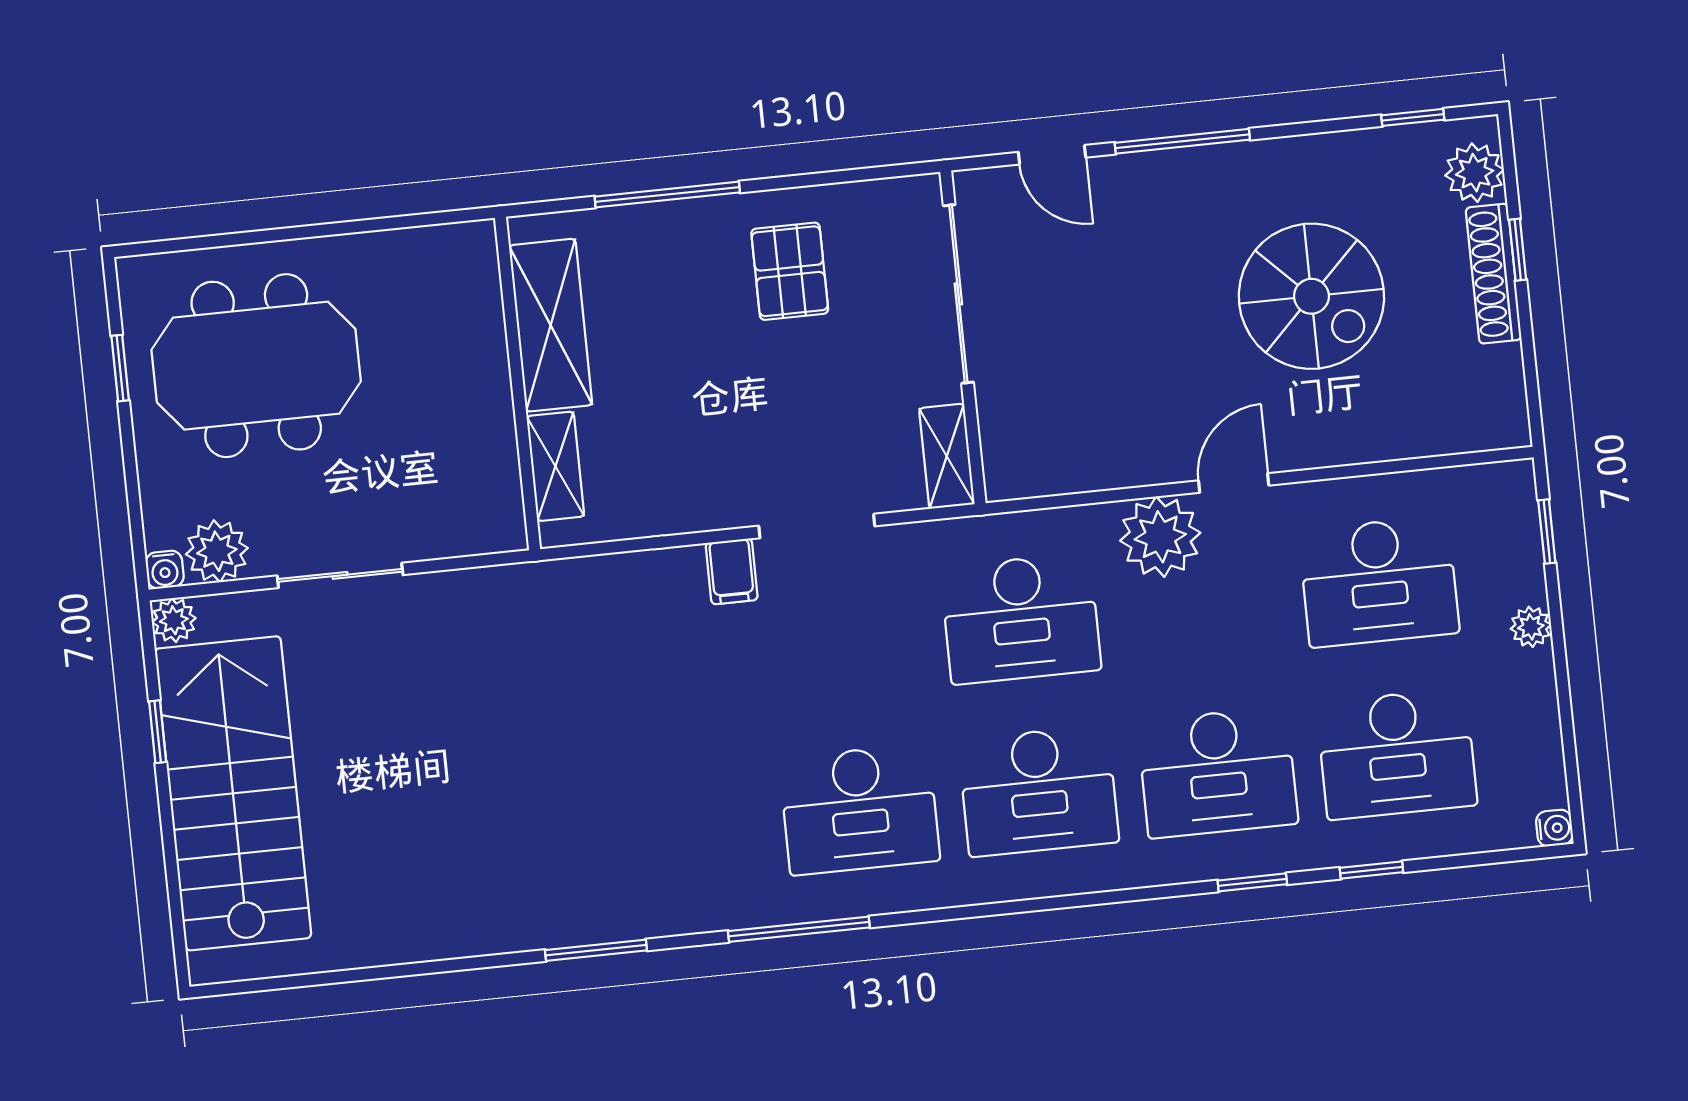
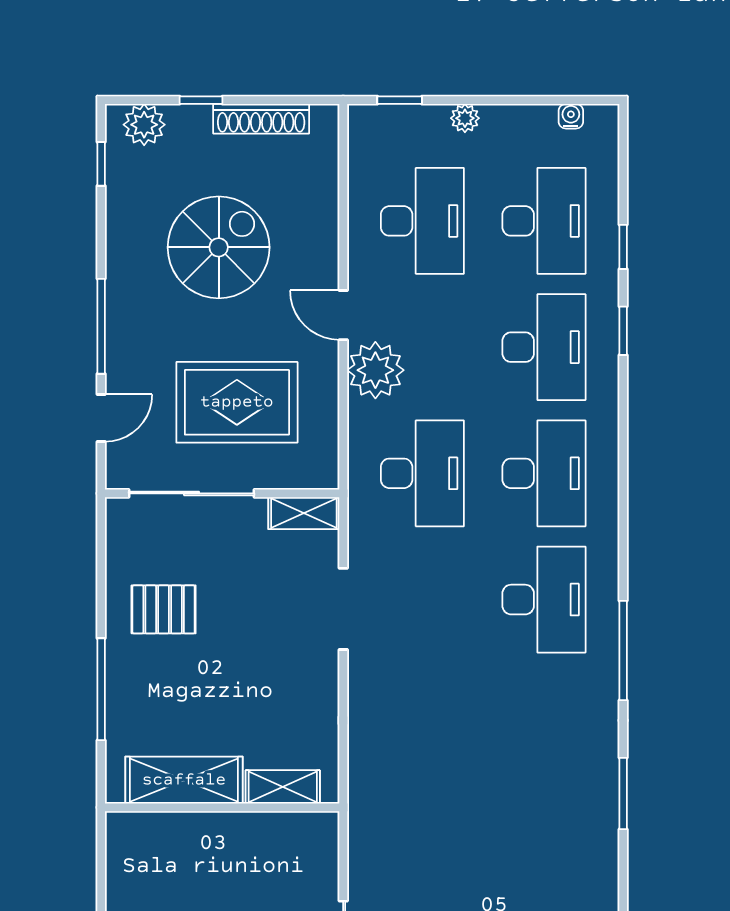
shoe rack: (1494, 274) -> (261, 119), moved
rug: (1094, 345) -> (237, 402), added
filing cabinet: (732, 571) -> (369, 672), removed
water cooler: (1554, 828) -> (571, 116), moved

